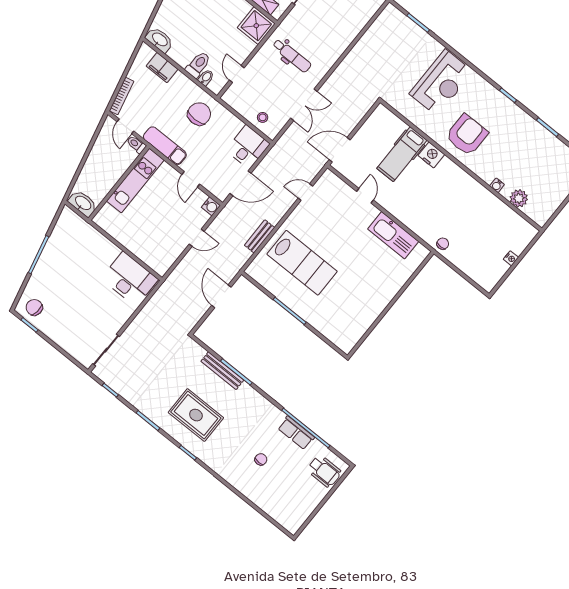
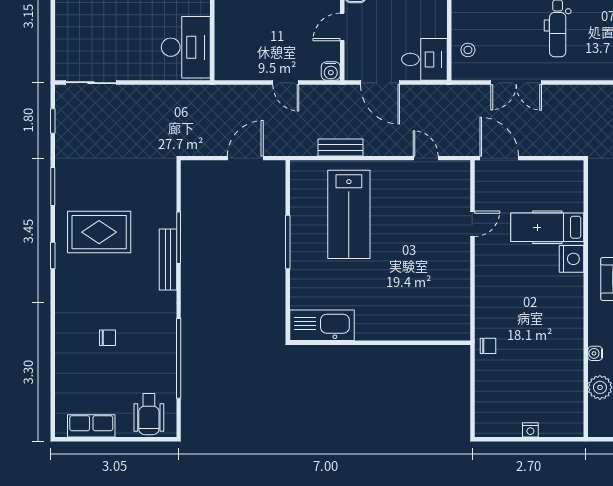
kitchen sink: (393, 235) -> (322, 325), moved, turned 90
bench: (222, 371) -> (168, 260), moved
rug: (196, 415) -> (99, 232), turned 90
row of seats: (296, 433) -> (91, 426), moved, turned 90

